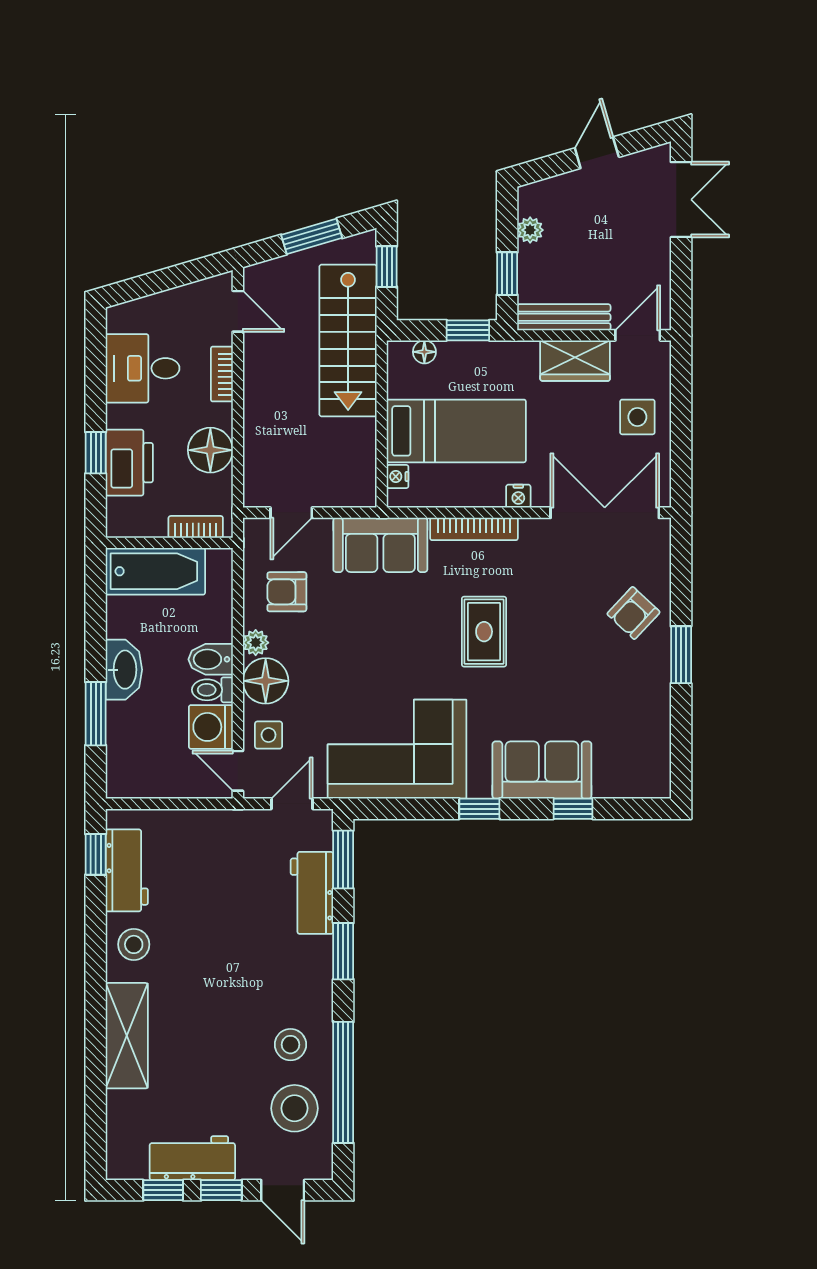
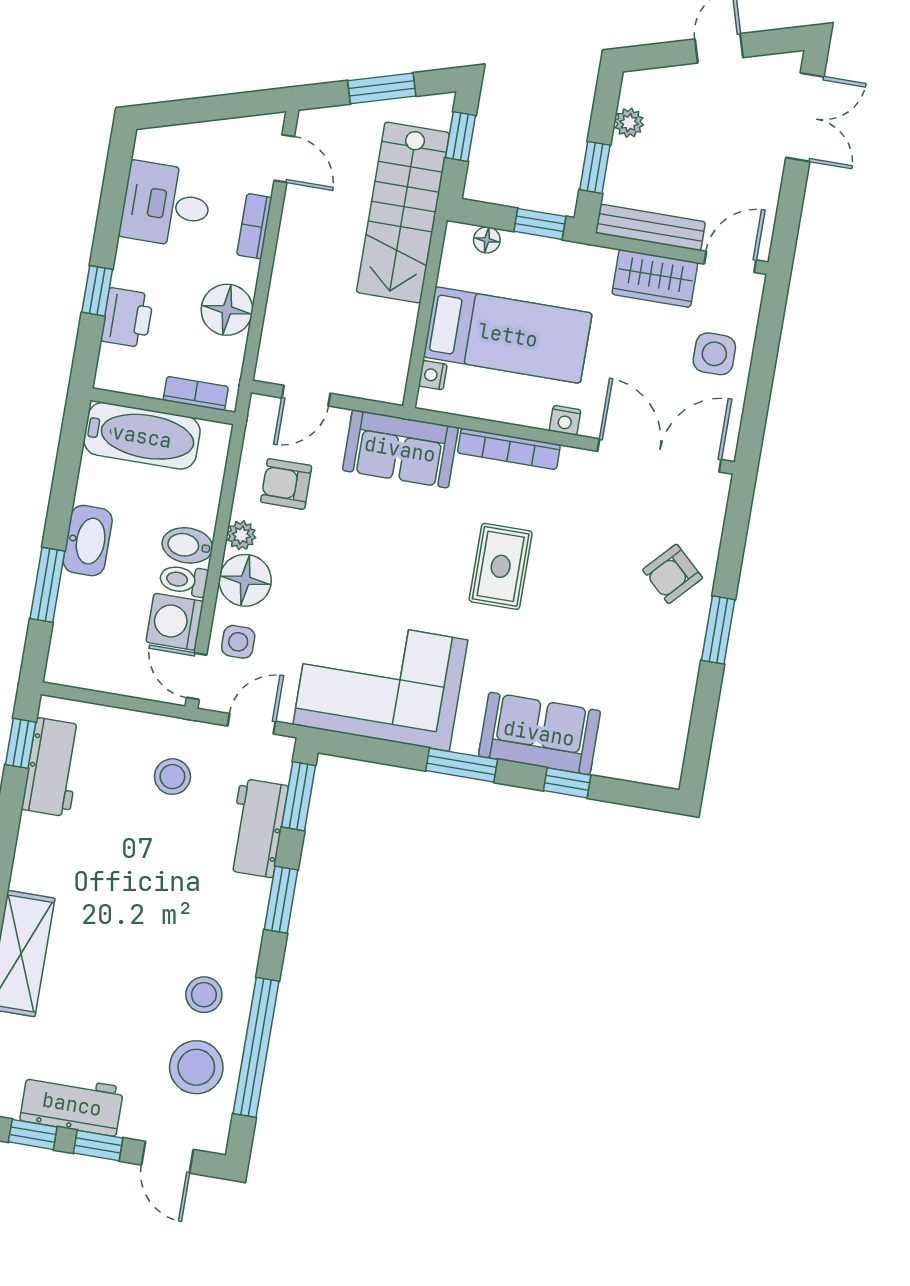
printer: (129, 463) -> (127, 318), width x0.73, depth x0.84
window: (479, 809) -> (462, 765), width x1.50
stool: (134, 944) -> (172, 777), moved

